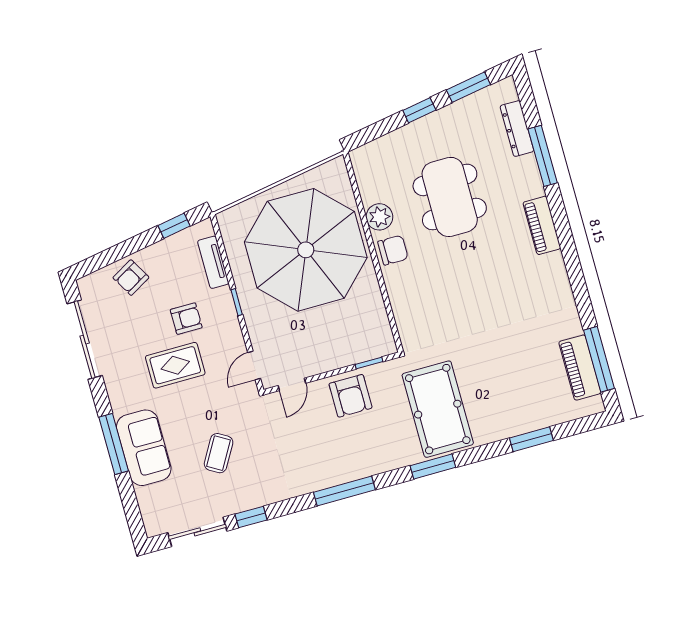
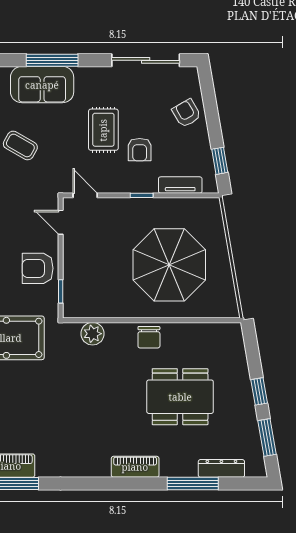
plant: (379, 217) -> (93, 334), moved
parasol: (306, 250) -> (169, 265), width x0.73, depth x0.73

